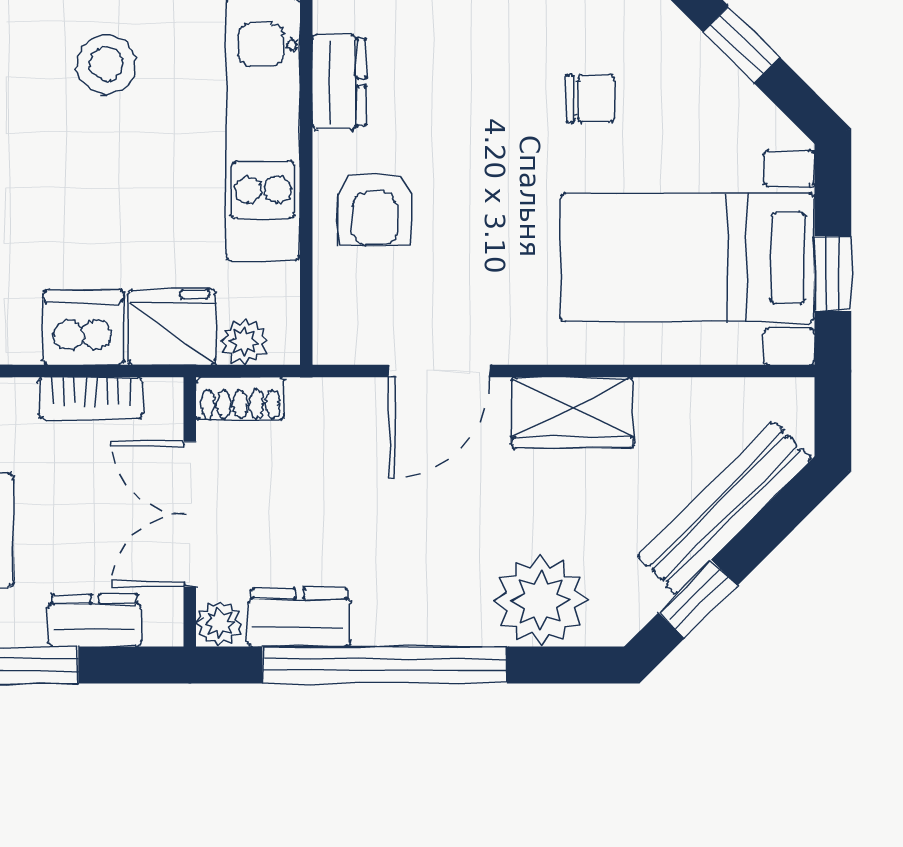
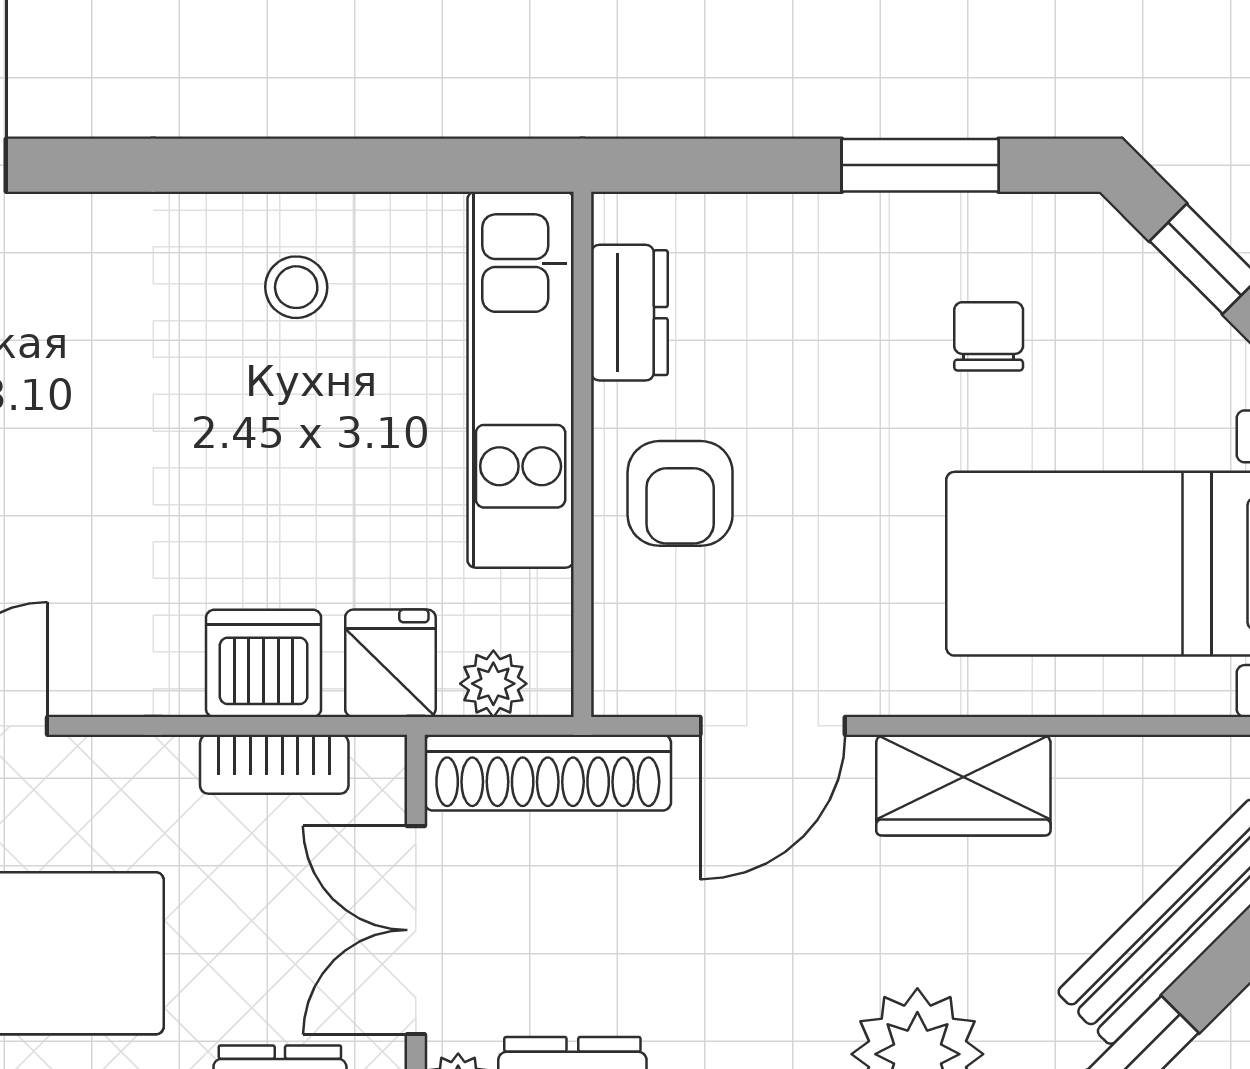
stool: (106, 64) -> (296, 287), width x0.73, depth x0.73
chair: (590, 99) -> (989, 336), turned -90
fridge: (172, 327) -> (390, 663), width x0.72
shoe rack: (240, 399) -> (548, 773), width x1.94, depth x1.24

